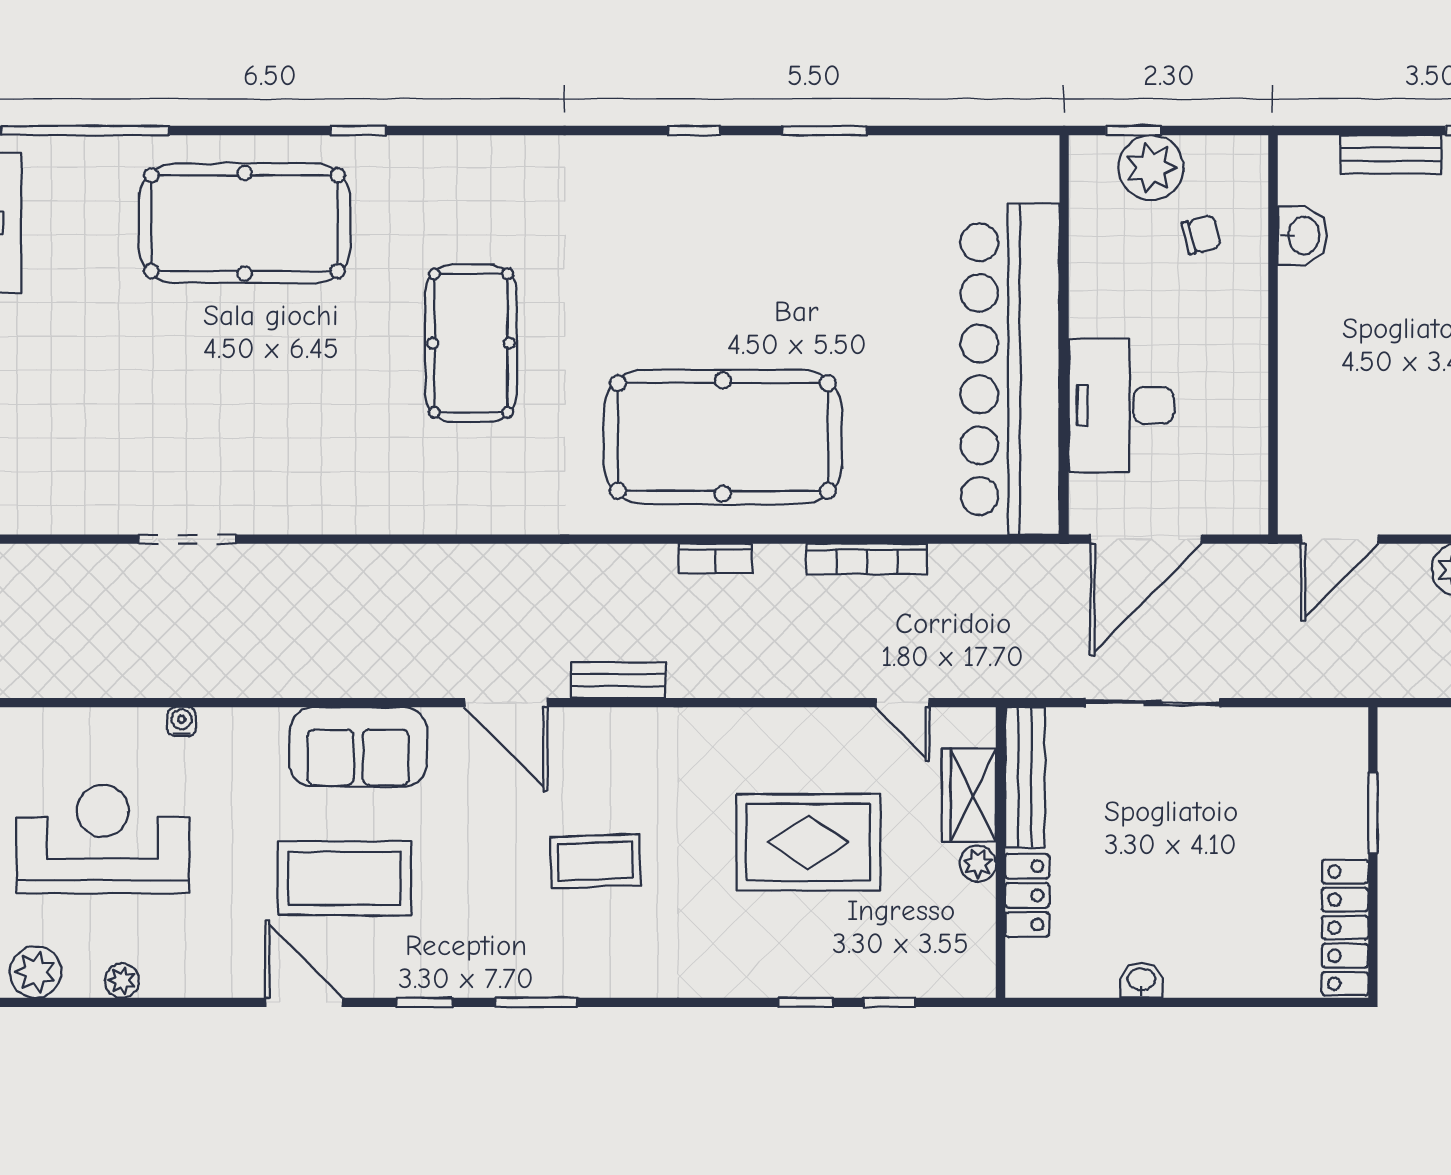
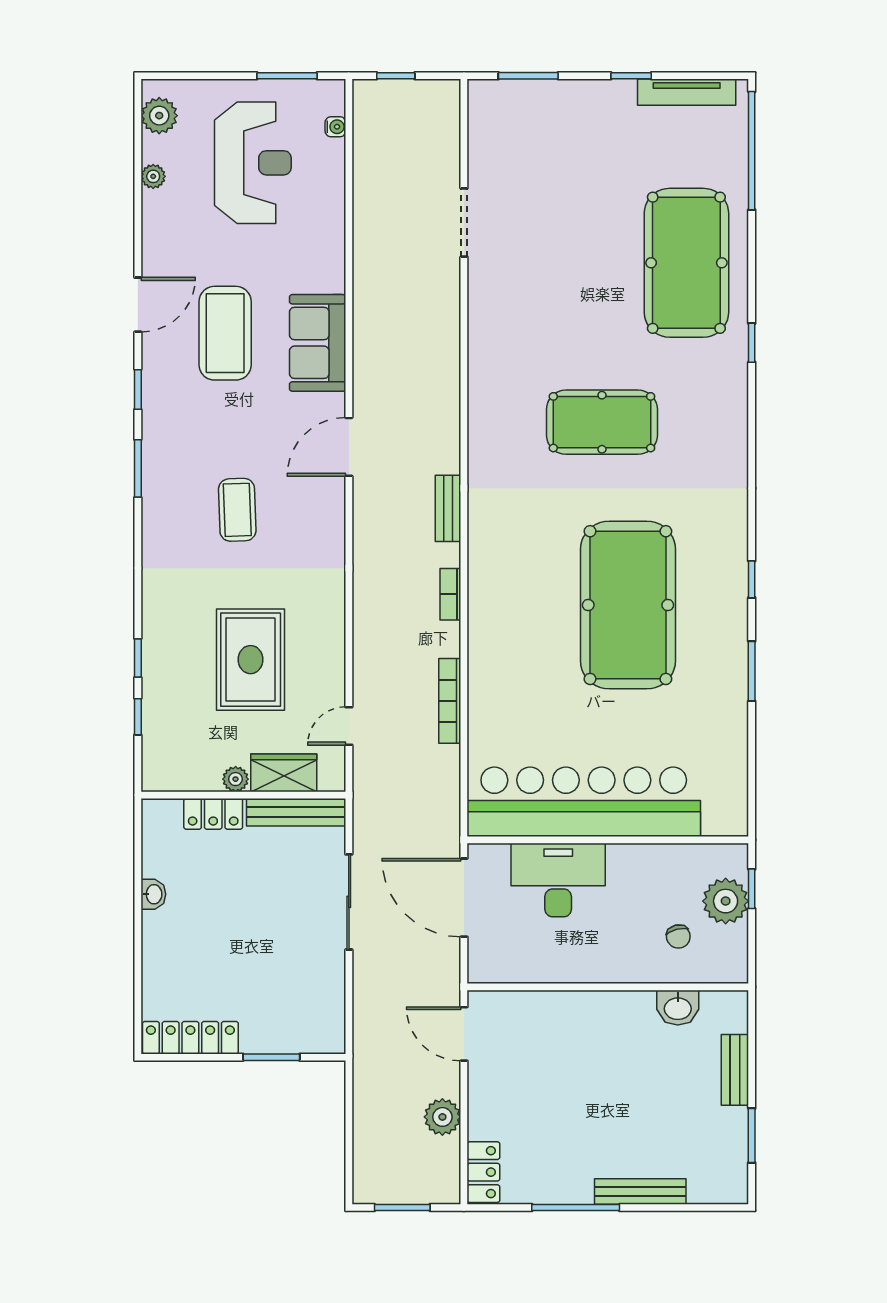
pool table: (723, 437) -> (628, 605), moved
bench: (618, 680) -> (448, 508), moved
water cooler: (182, 722) -> (335, 127), moved

